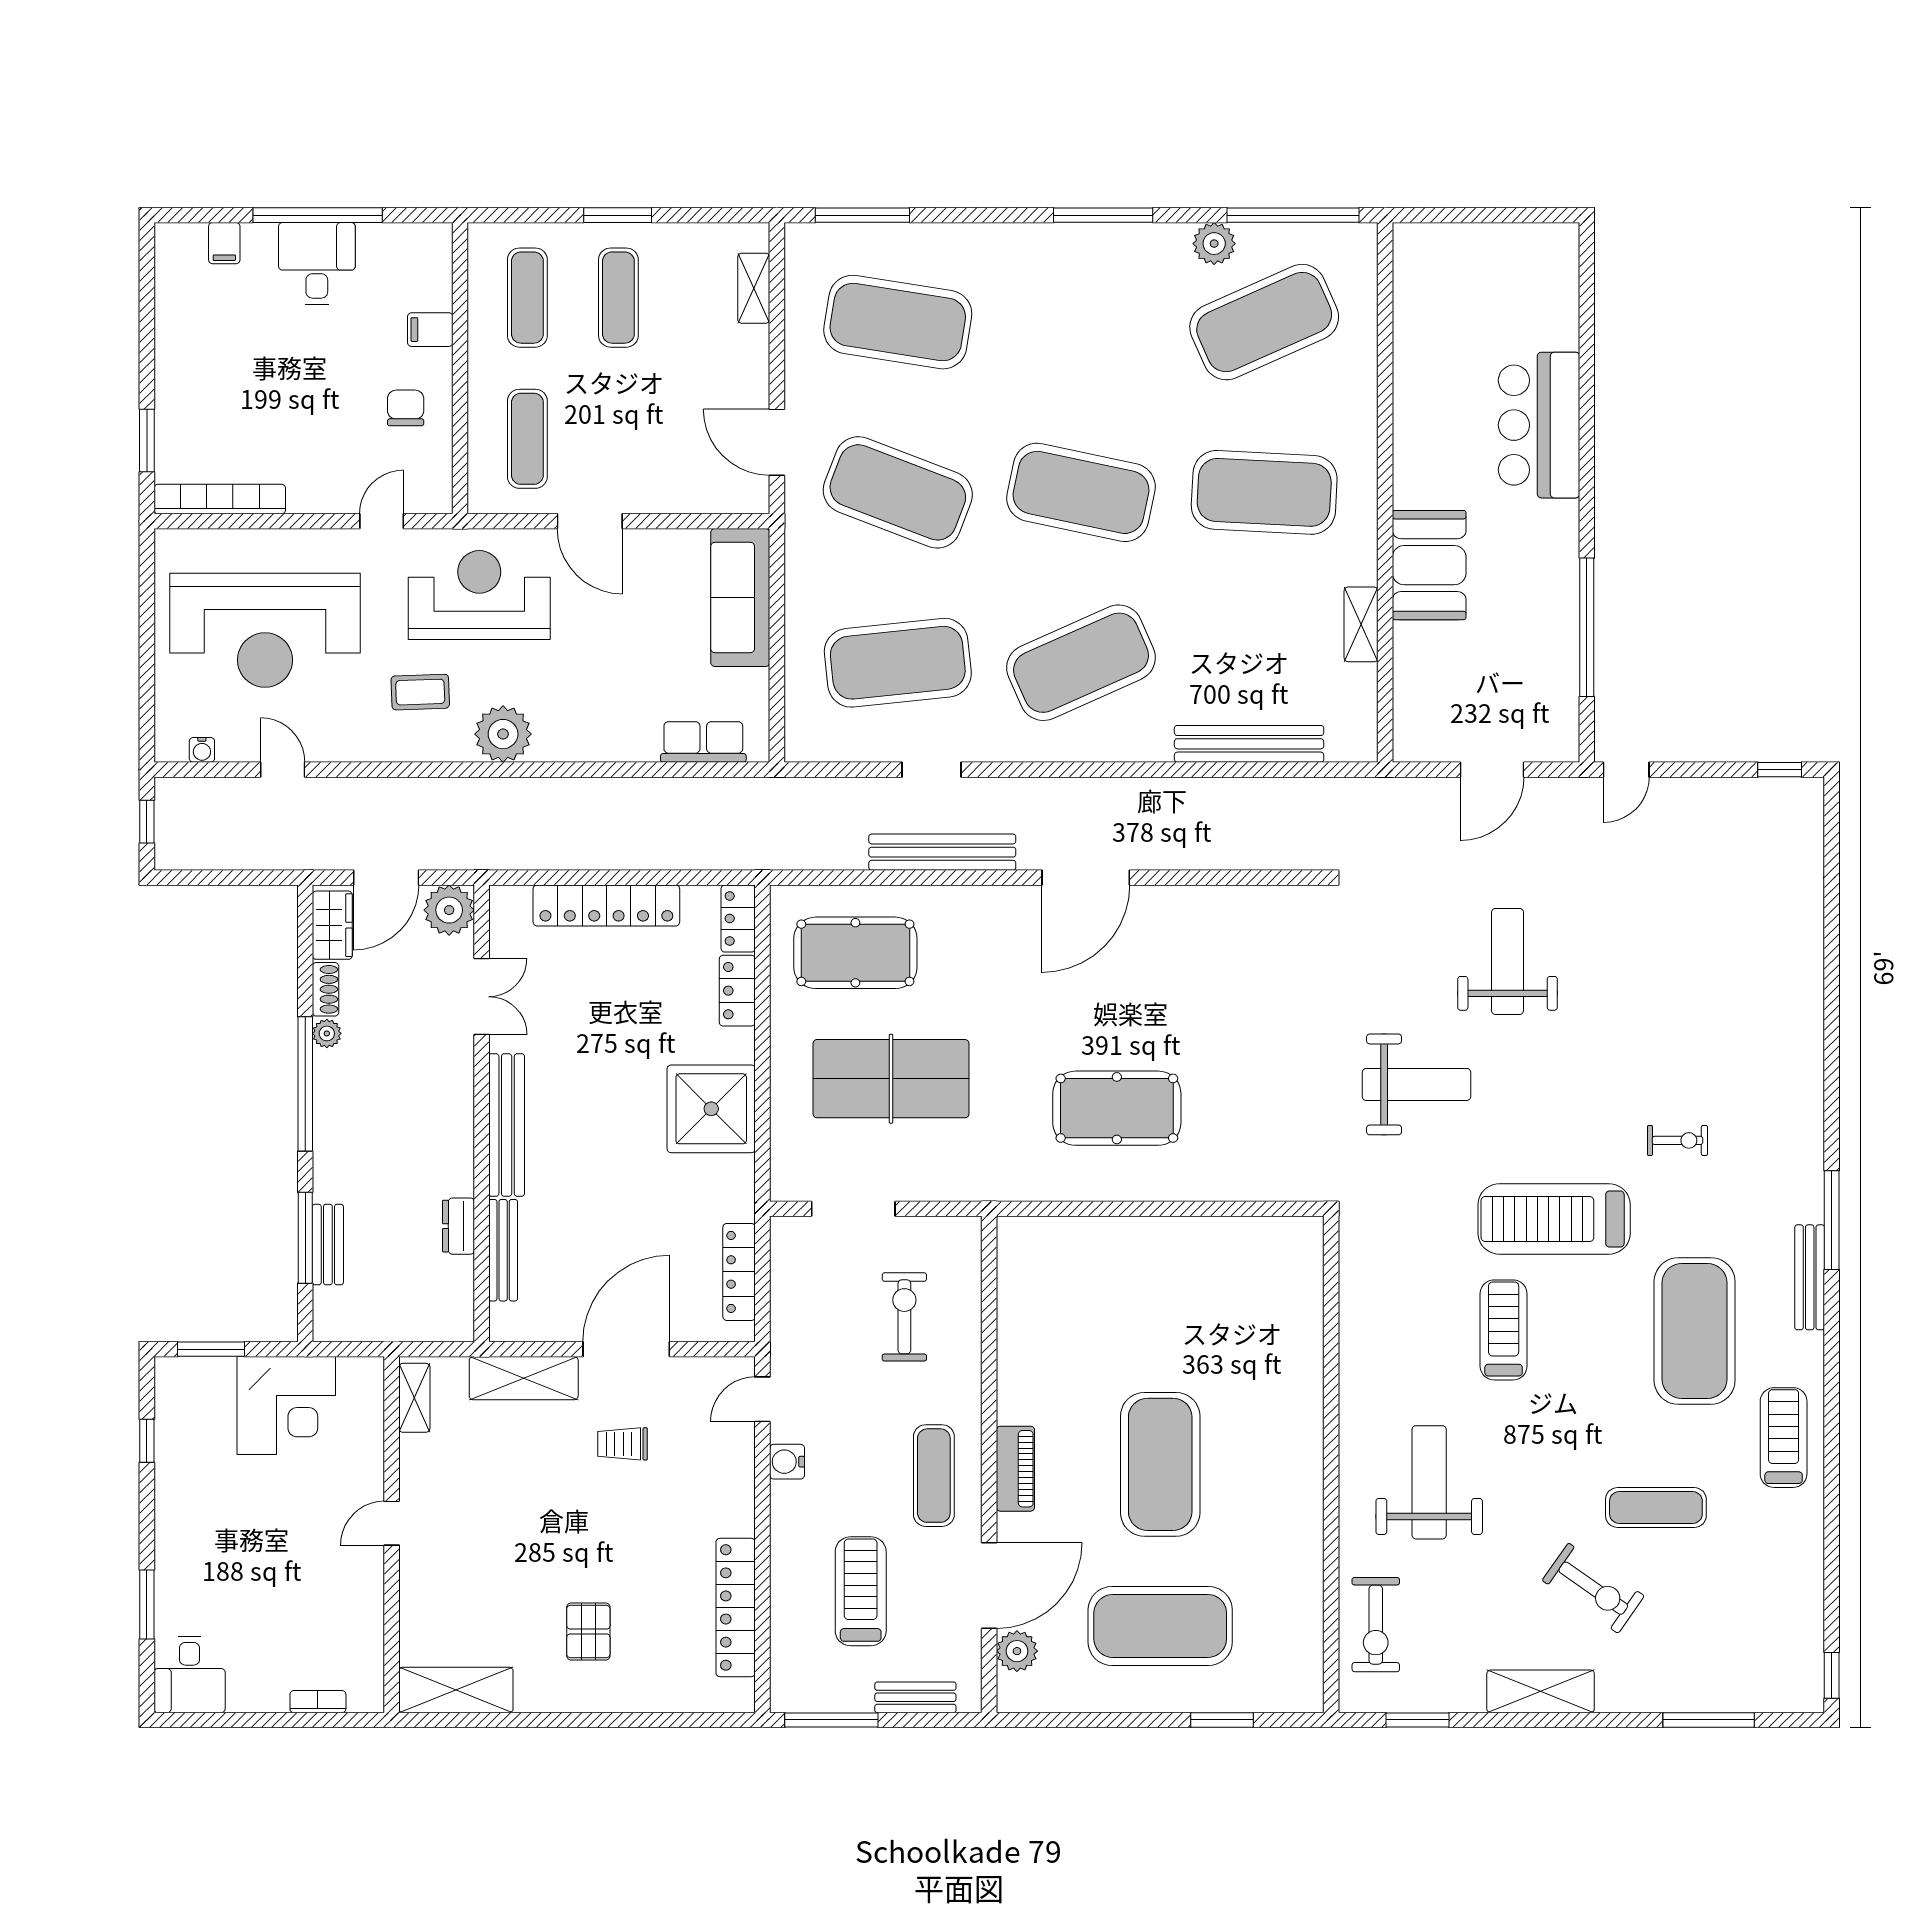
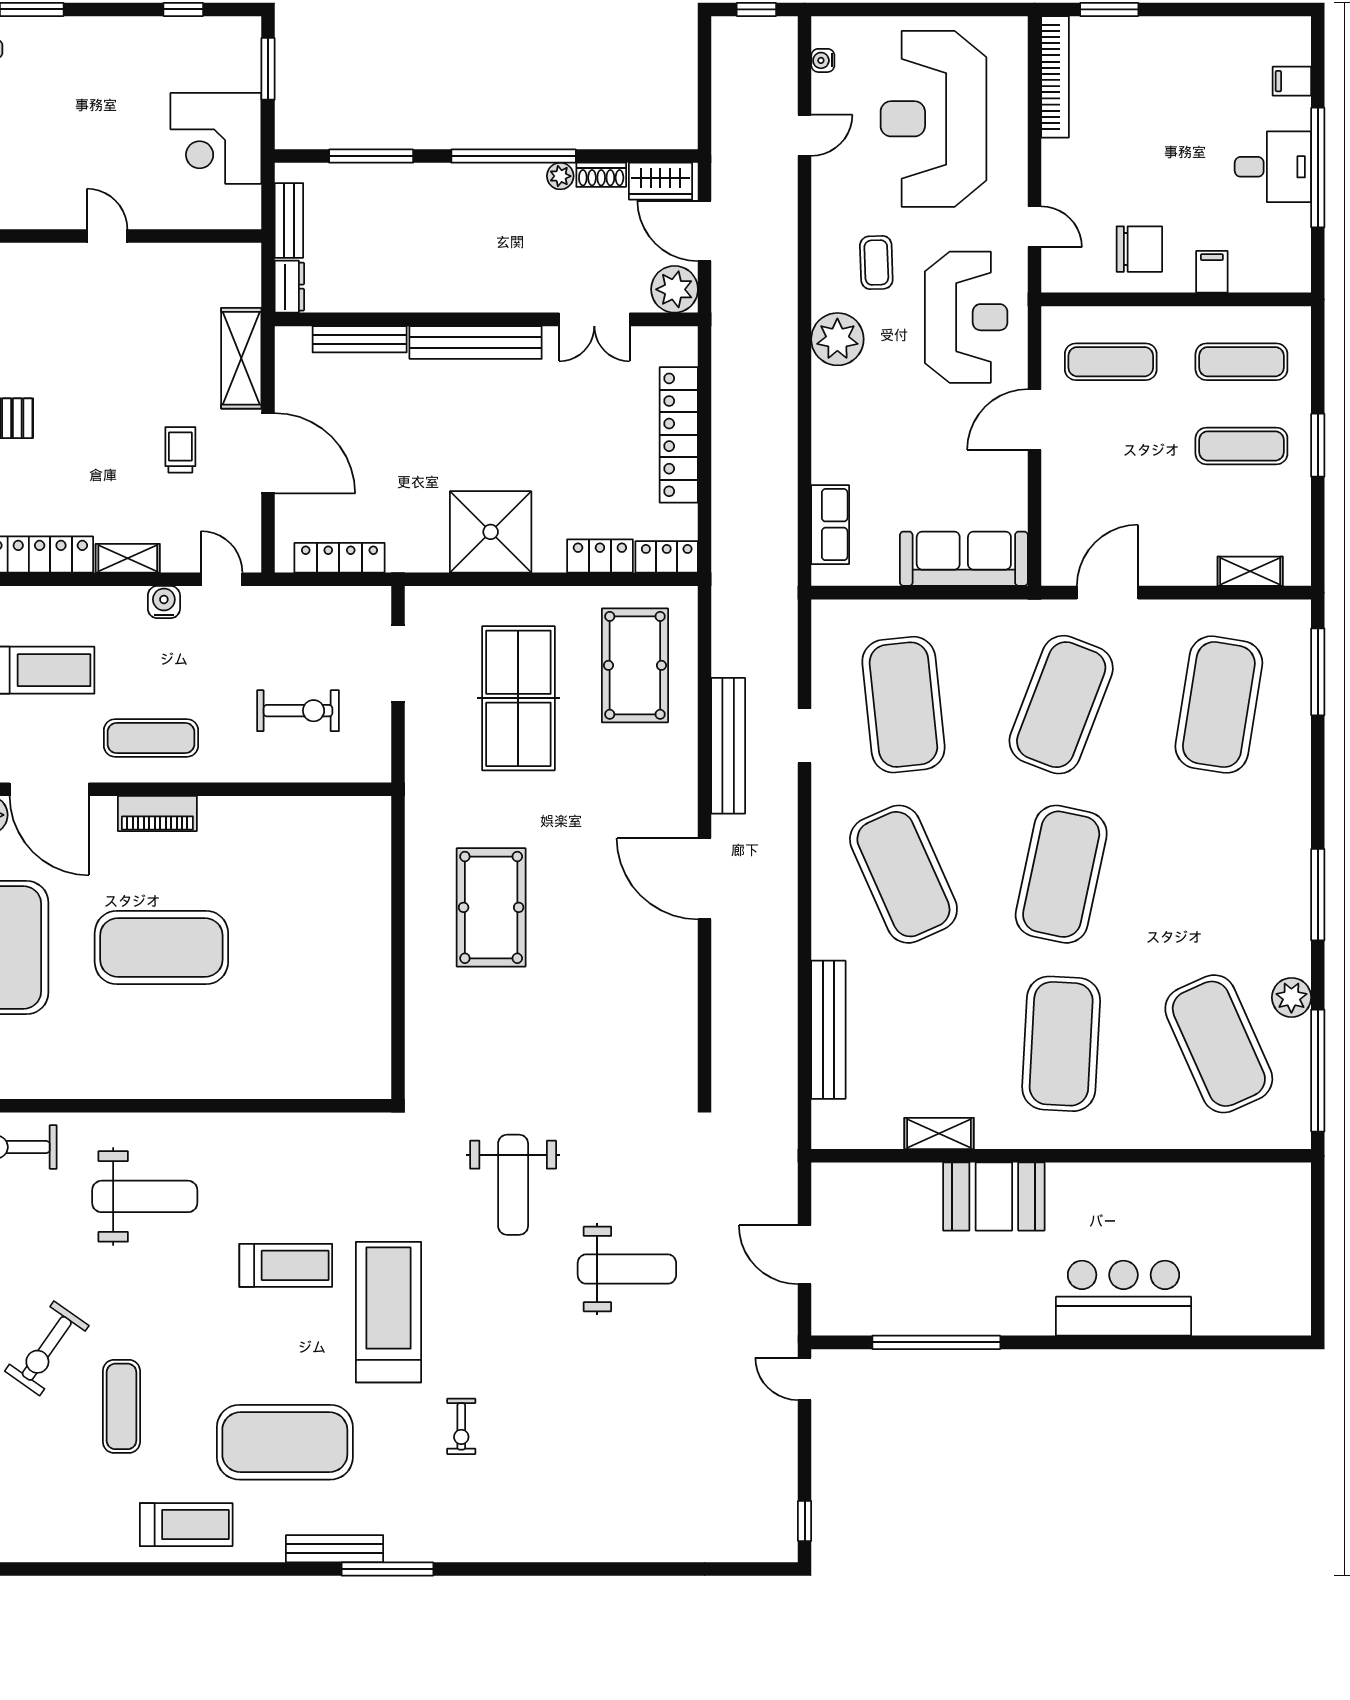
chair: (406, 408) -> (1139, 249), width x1.37, depth x1.37
dresser: (459, 1226) -> (289, 287), moved, turned 90
bench: (328, 1245) -> (289, 220), moved, turned 90
shelving: (414, 1398) -> (128, 558), moved

